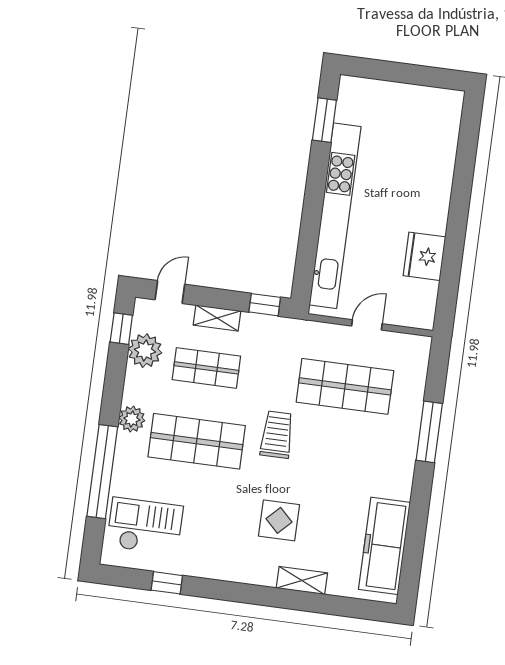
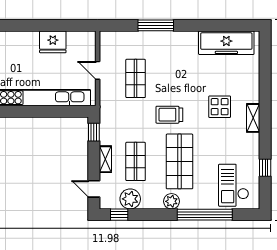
shop shelf: (345, 386) -> (136, 78), width x0.70, depth x0.74
shelving: (302, 580) -> (253, 118), moved

